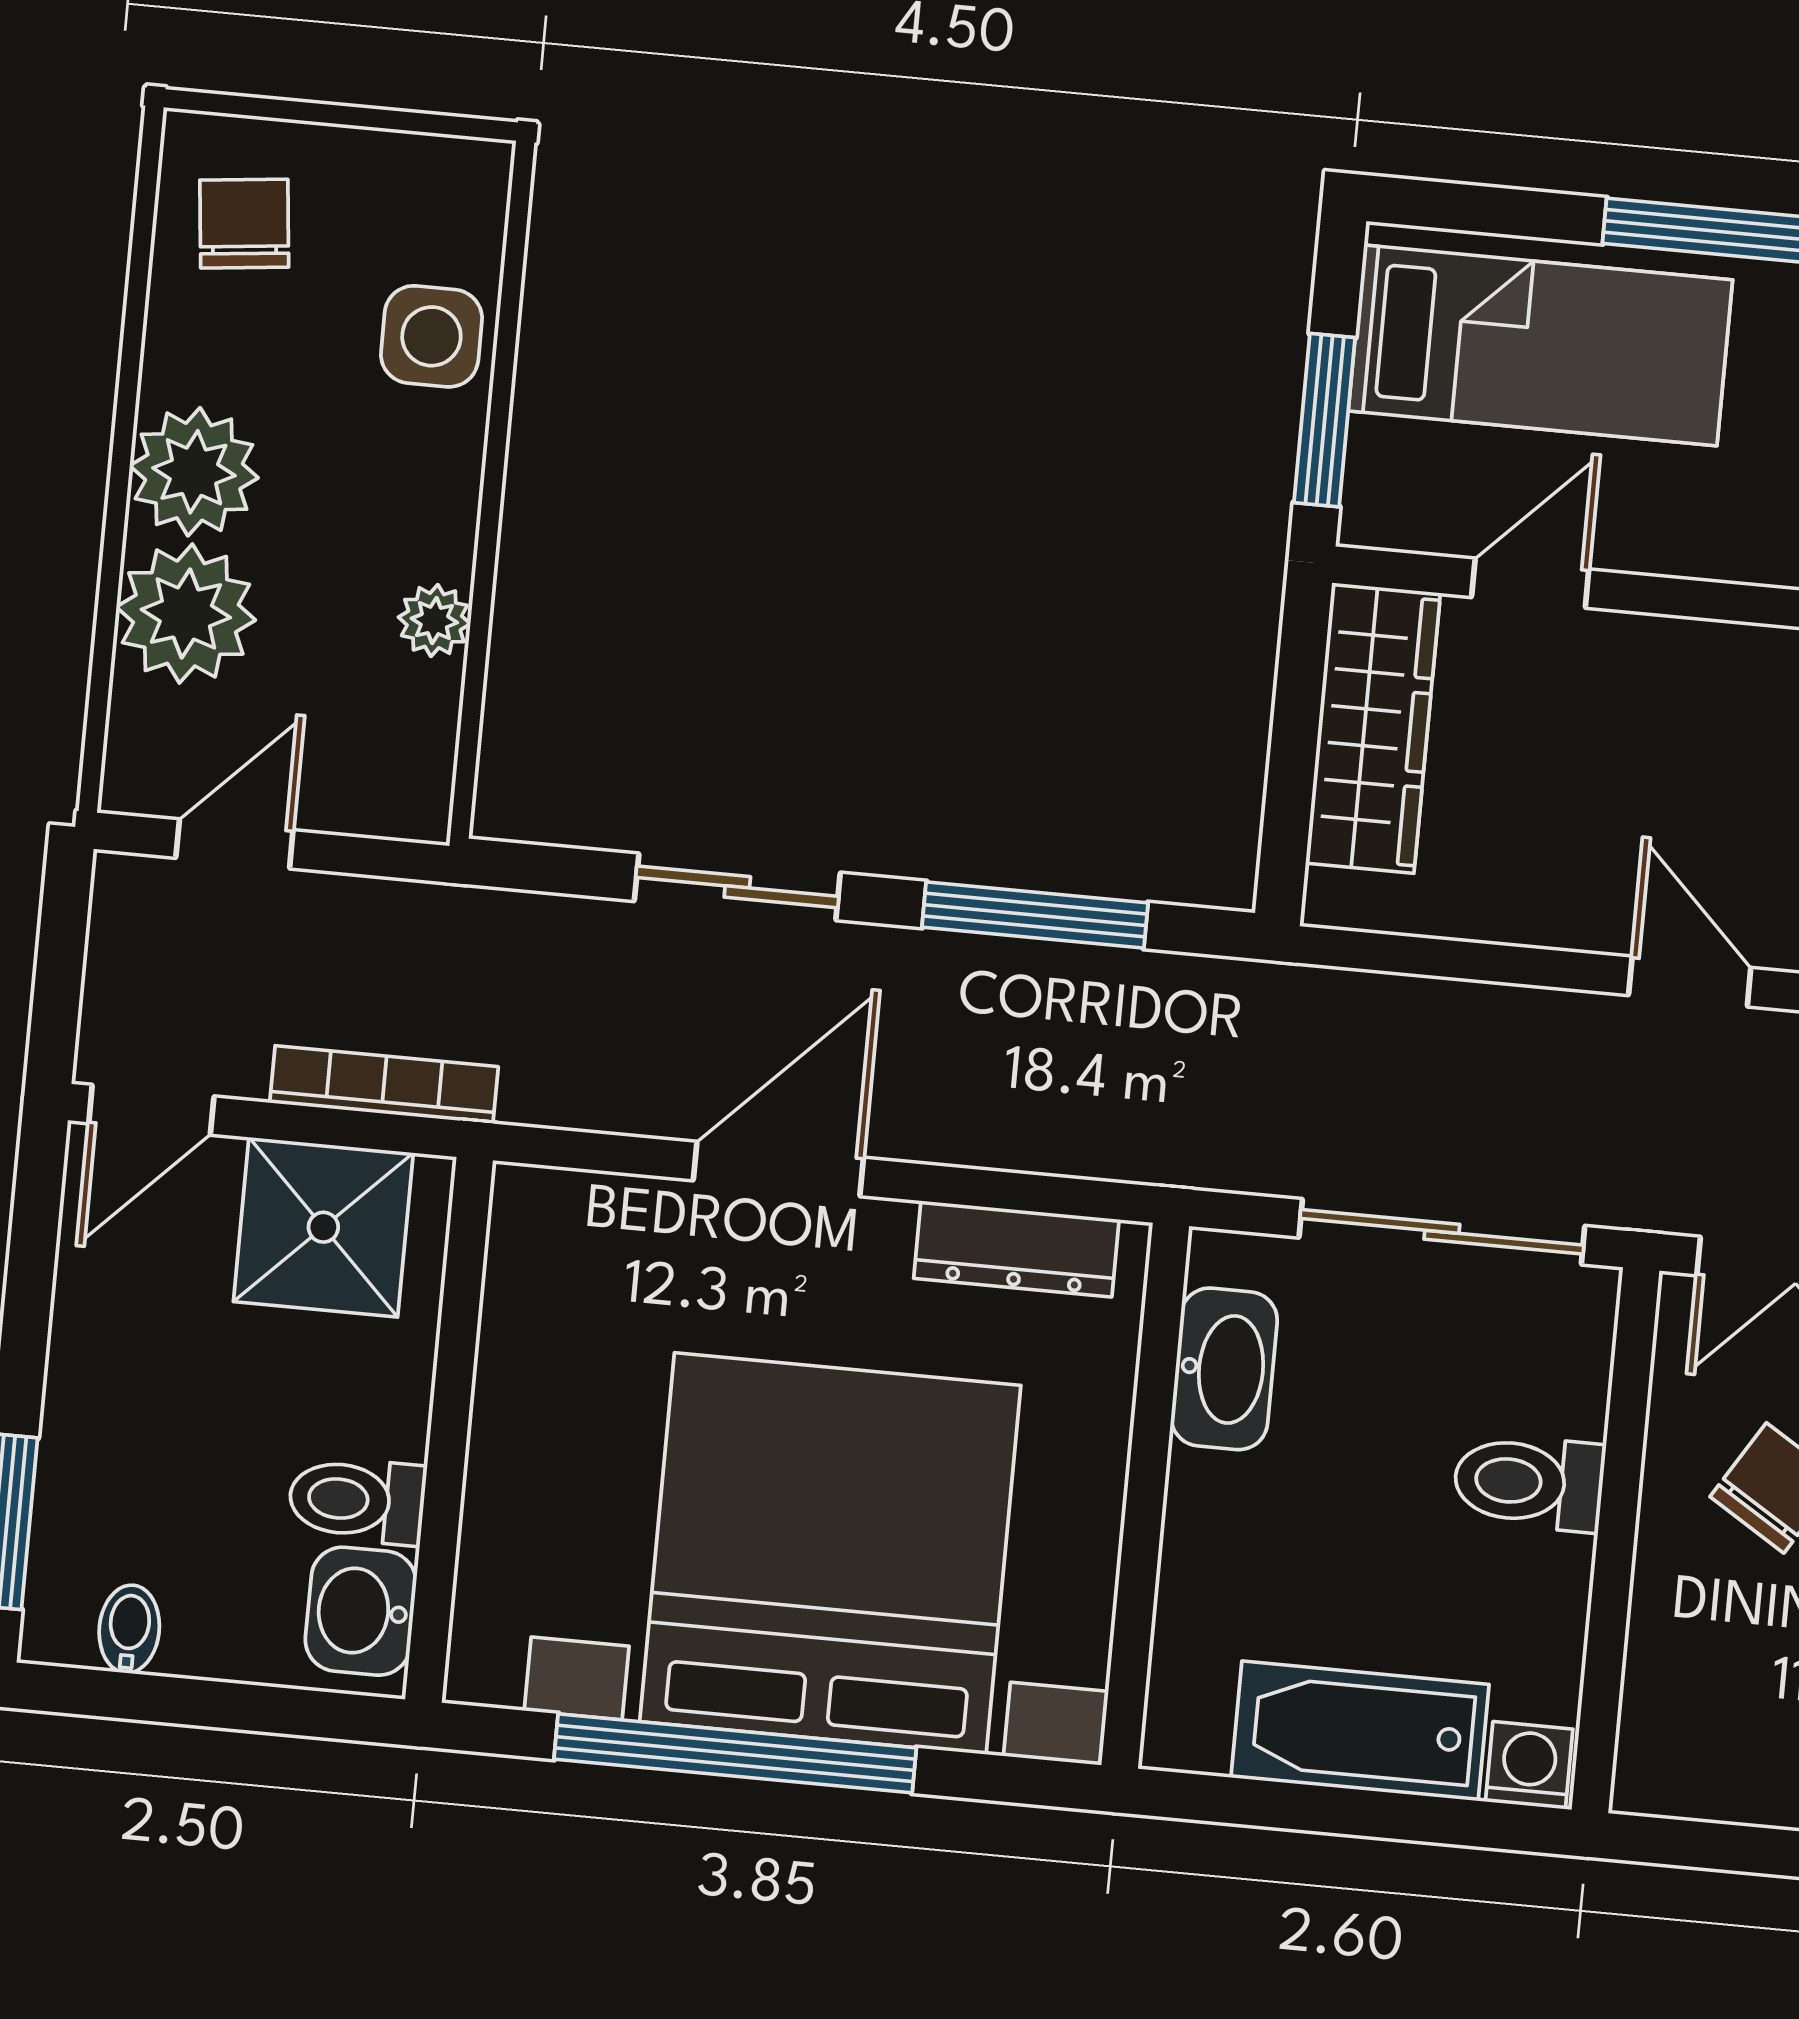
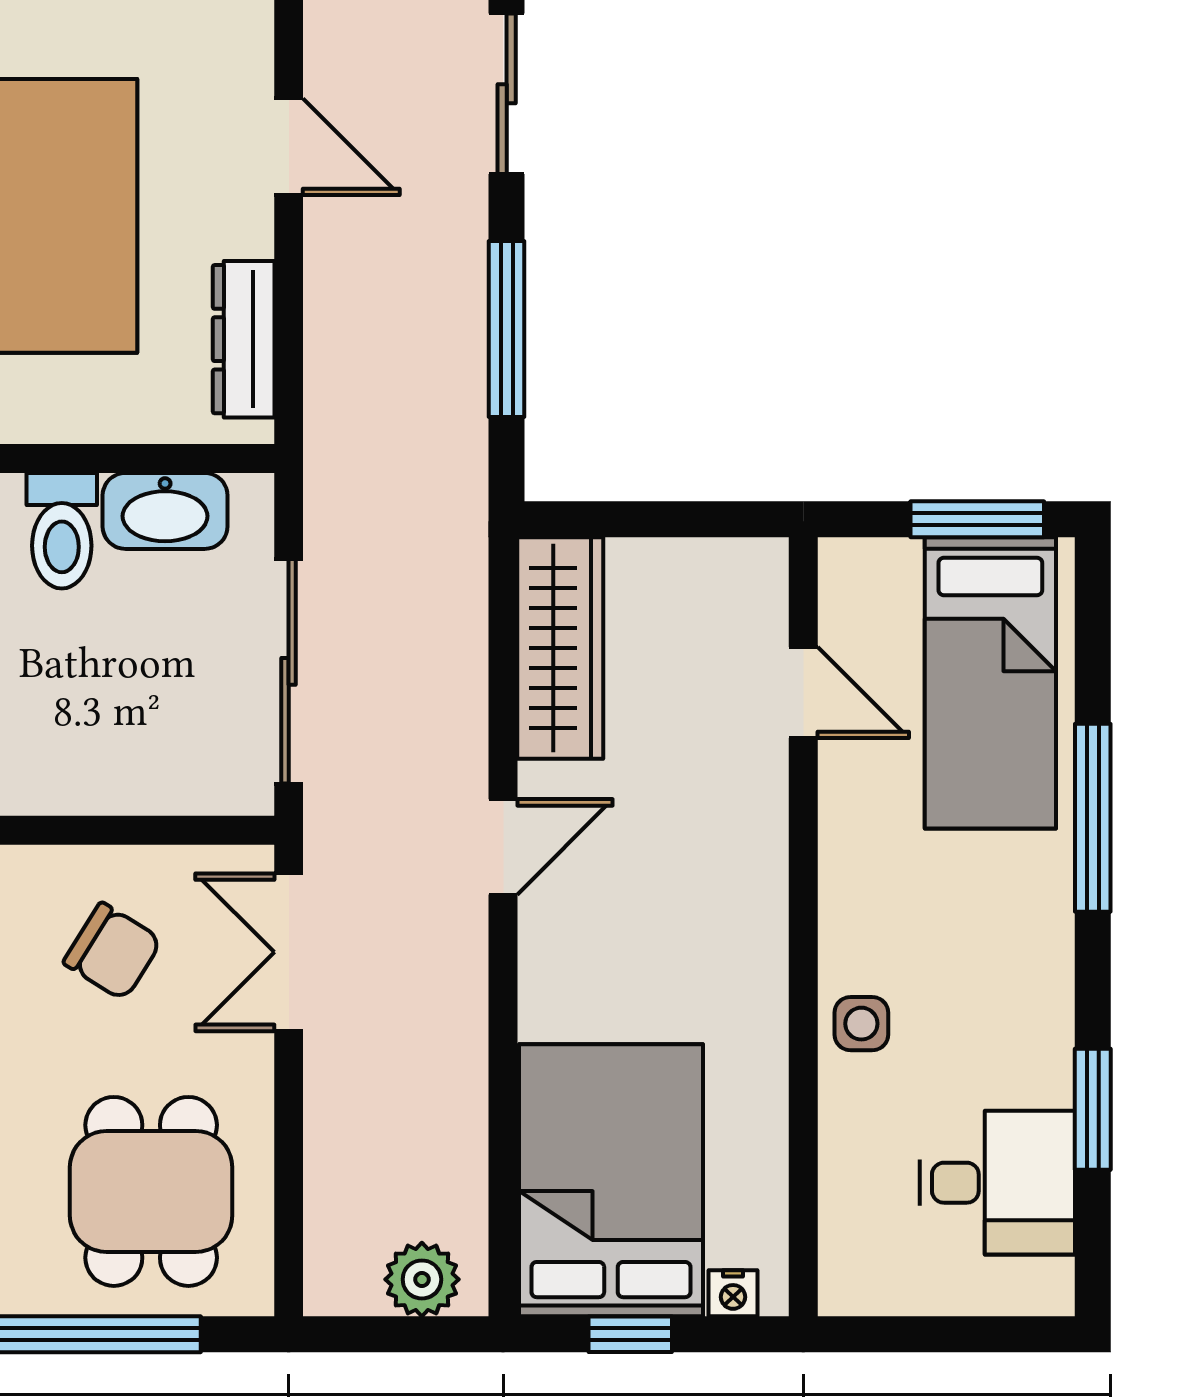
window: (1325, 420) -> (977, 519), moved
wardrobe: (1373, 728) -> (560, 648), moved, turned -90
door: (778, 1169) -> (289, 147), width x0.73
toilet: (1529, 1482) -> (62, 531), moved, turned 180

